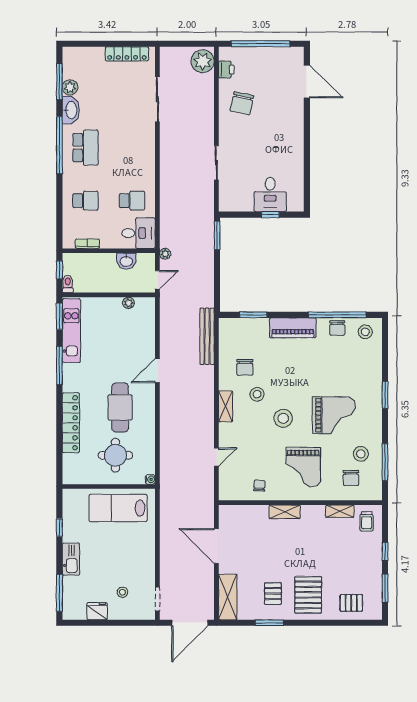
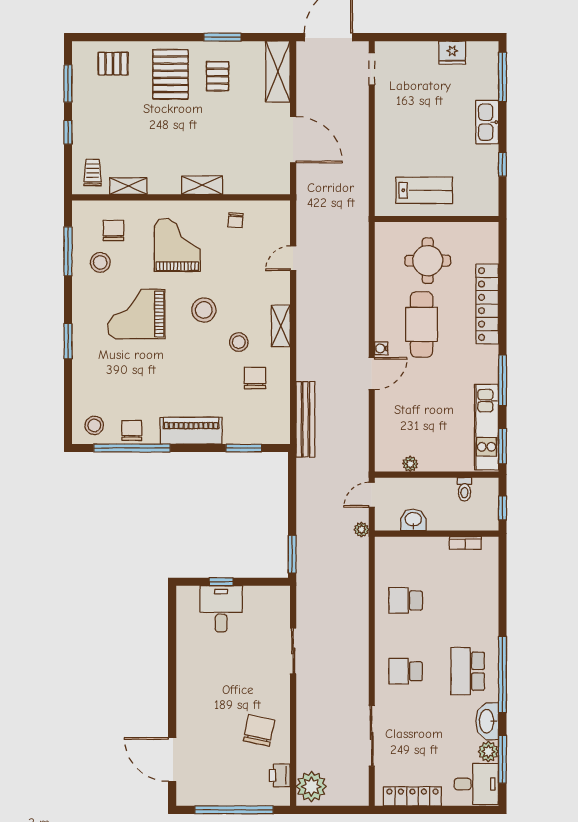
school desk: (85, 201) -> (406, 671), moved
desk: (139, 233) -> (476, 784), moved, turned 180
toilet: (68, 284) -> (464, 489), moved
water cooler: (150, 479) -> (381, 348), moved
lab bench: (118, 508) -> (424, 190), width x0.73, depth x0.72
stool: (122, 592) -> (418, 78), removed

